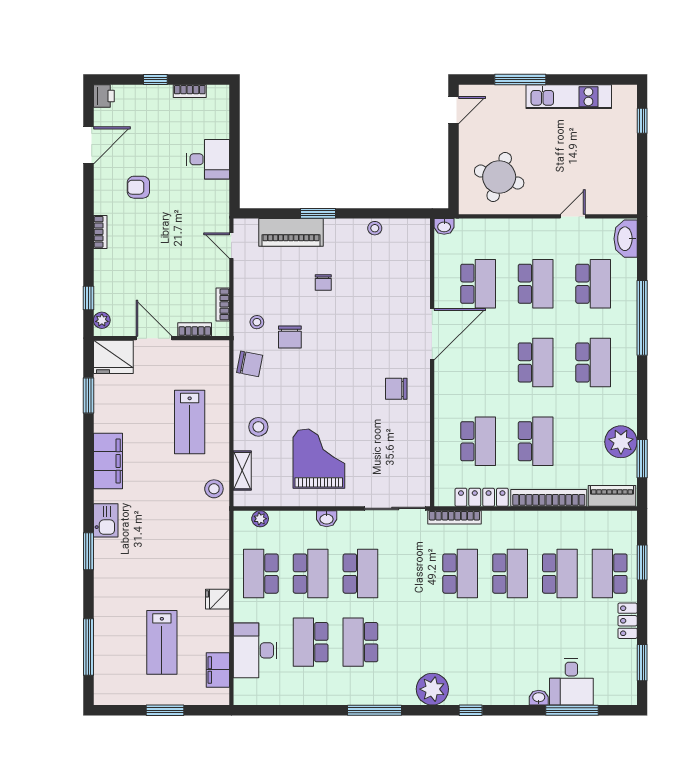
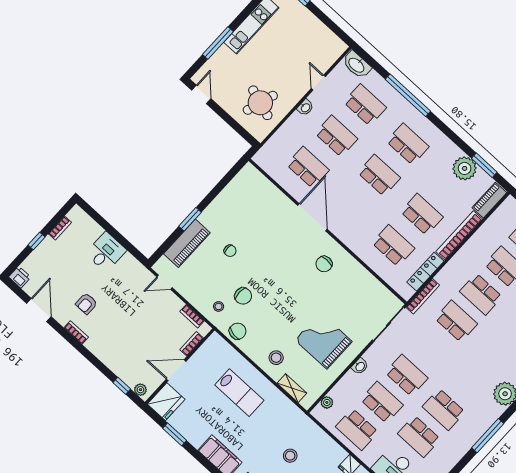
washbasin: (444, 226) -> (305, 108), moved
stool: (375, 228) -> (226, 196), removed
bookcase: (100, 232) -> (76, 332), moved
stool: (214, 489) -> (290, 456), moved
school desk: (510, 574) -> (481, 294), turned 180

